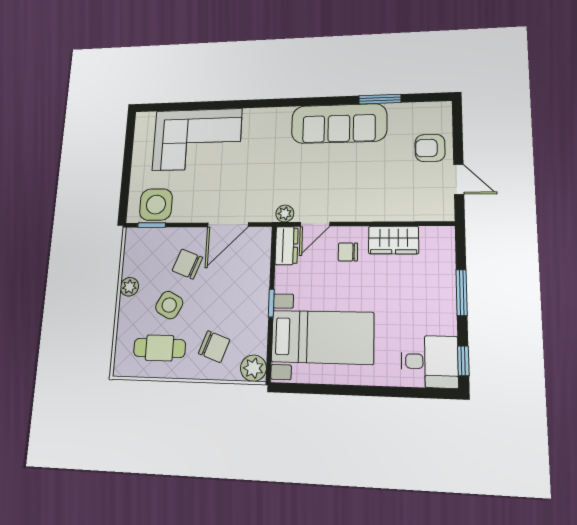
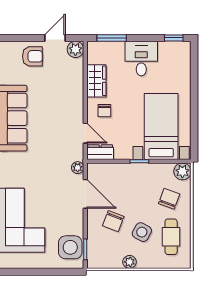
armchair: (430, 148) -> (32, 56), turned -90
plant: (442, 209) -> (75, 49), added
plant: (285, 214) -> (78, 168), moved
window: (462, 292) -> (112, 38), moved
desk: (430, 362) -> (141, 59), moved

